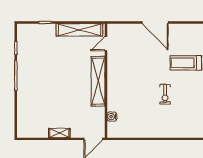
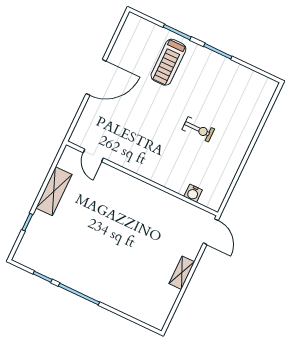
shelving: (79, 30) -> (54, 191), width x0.68
shelving: (98, 81) -> (138, 189), removed
exercise bike: (165, 94) -> (198, 129), moved

